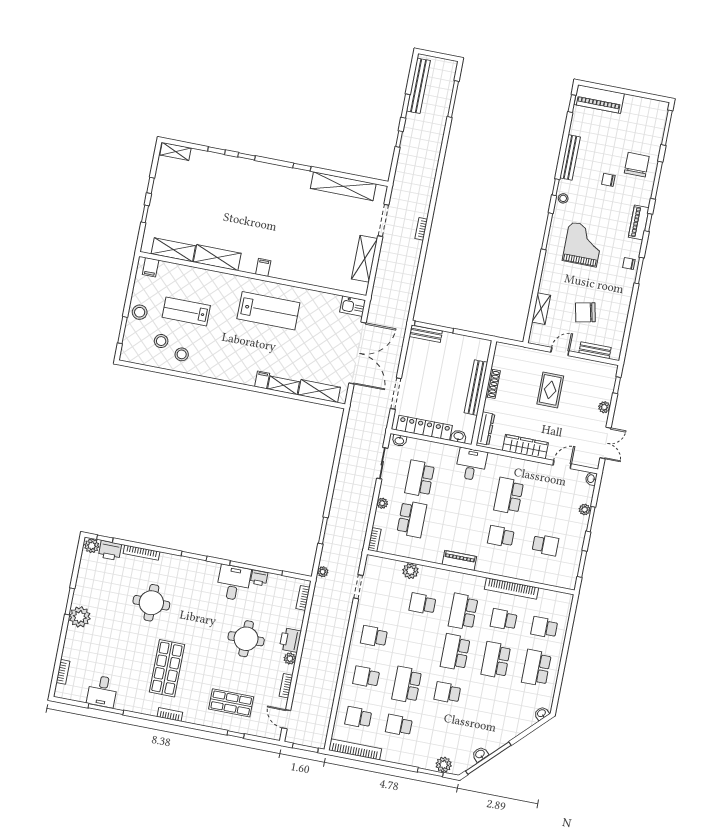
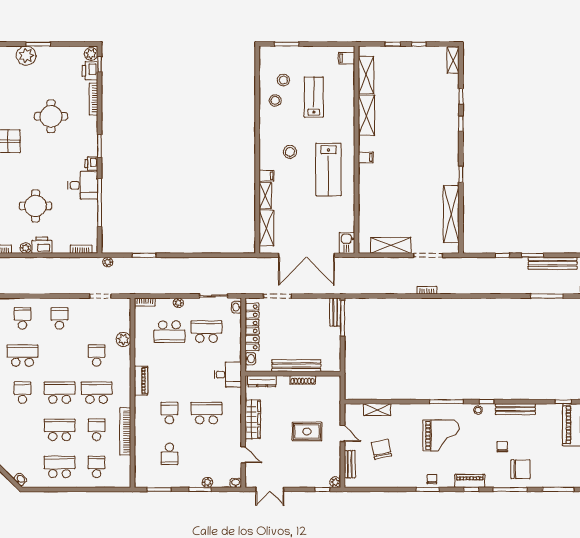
stool: (140, 312) -> (290, 152), moved
plant: (604, 407) -> (335, 482), moved
printer: (259, 578) -> (91, 164), moved

